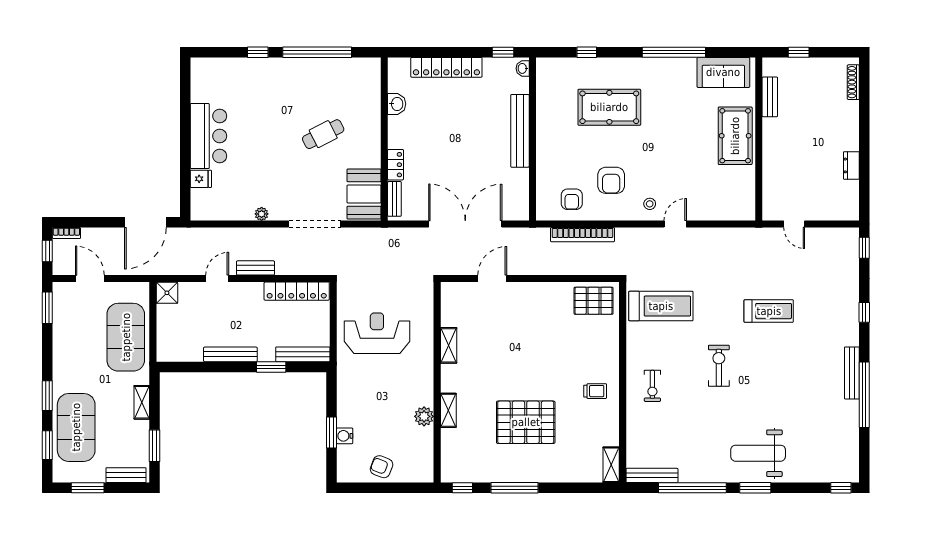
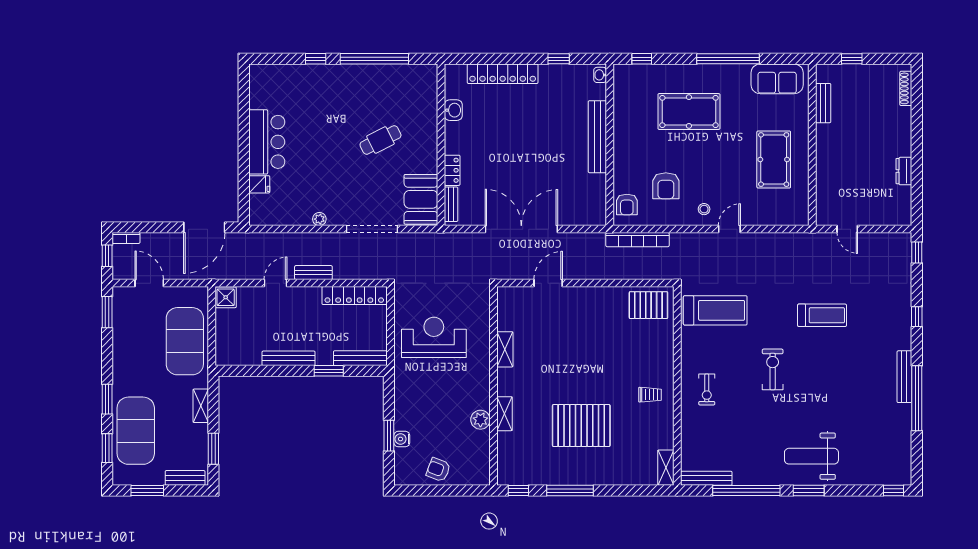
washbasin: (523, 68) -> (600, 75), moved
pool table: (609, 107) -> (689, 112), moved
bench: (520, 131) -> (597, 137), moved
pool table: (735, 136) -> (774, 160), moved
wall: (532, 139) -> (610, 145), moved

